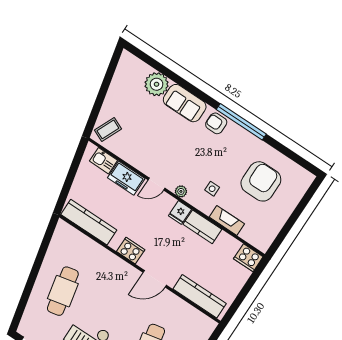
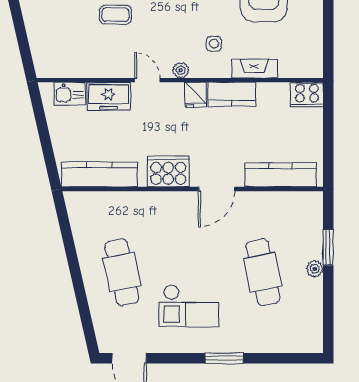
coffee table: (108, 129) -> (115, 15), moved, turned 66
door: (156, 184) -> (147, 80), swing flipped
cooker: (131, 251) -> (168, 171), width x1.37, depth x1.31

